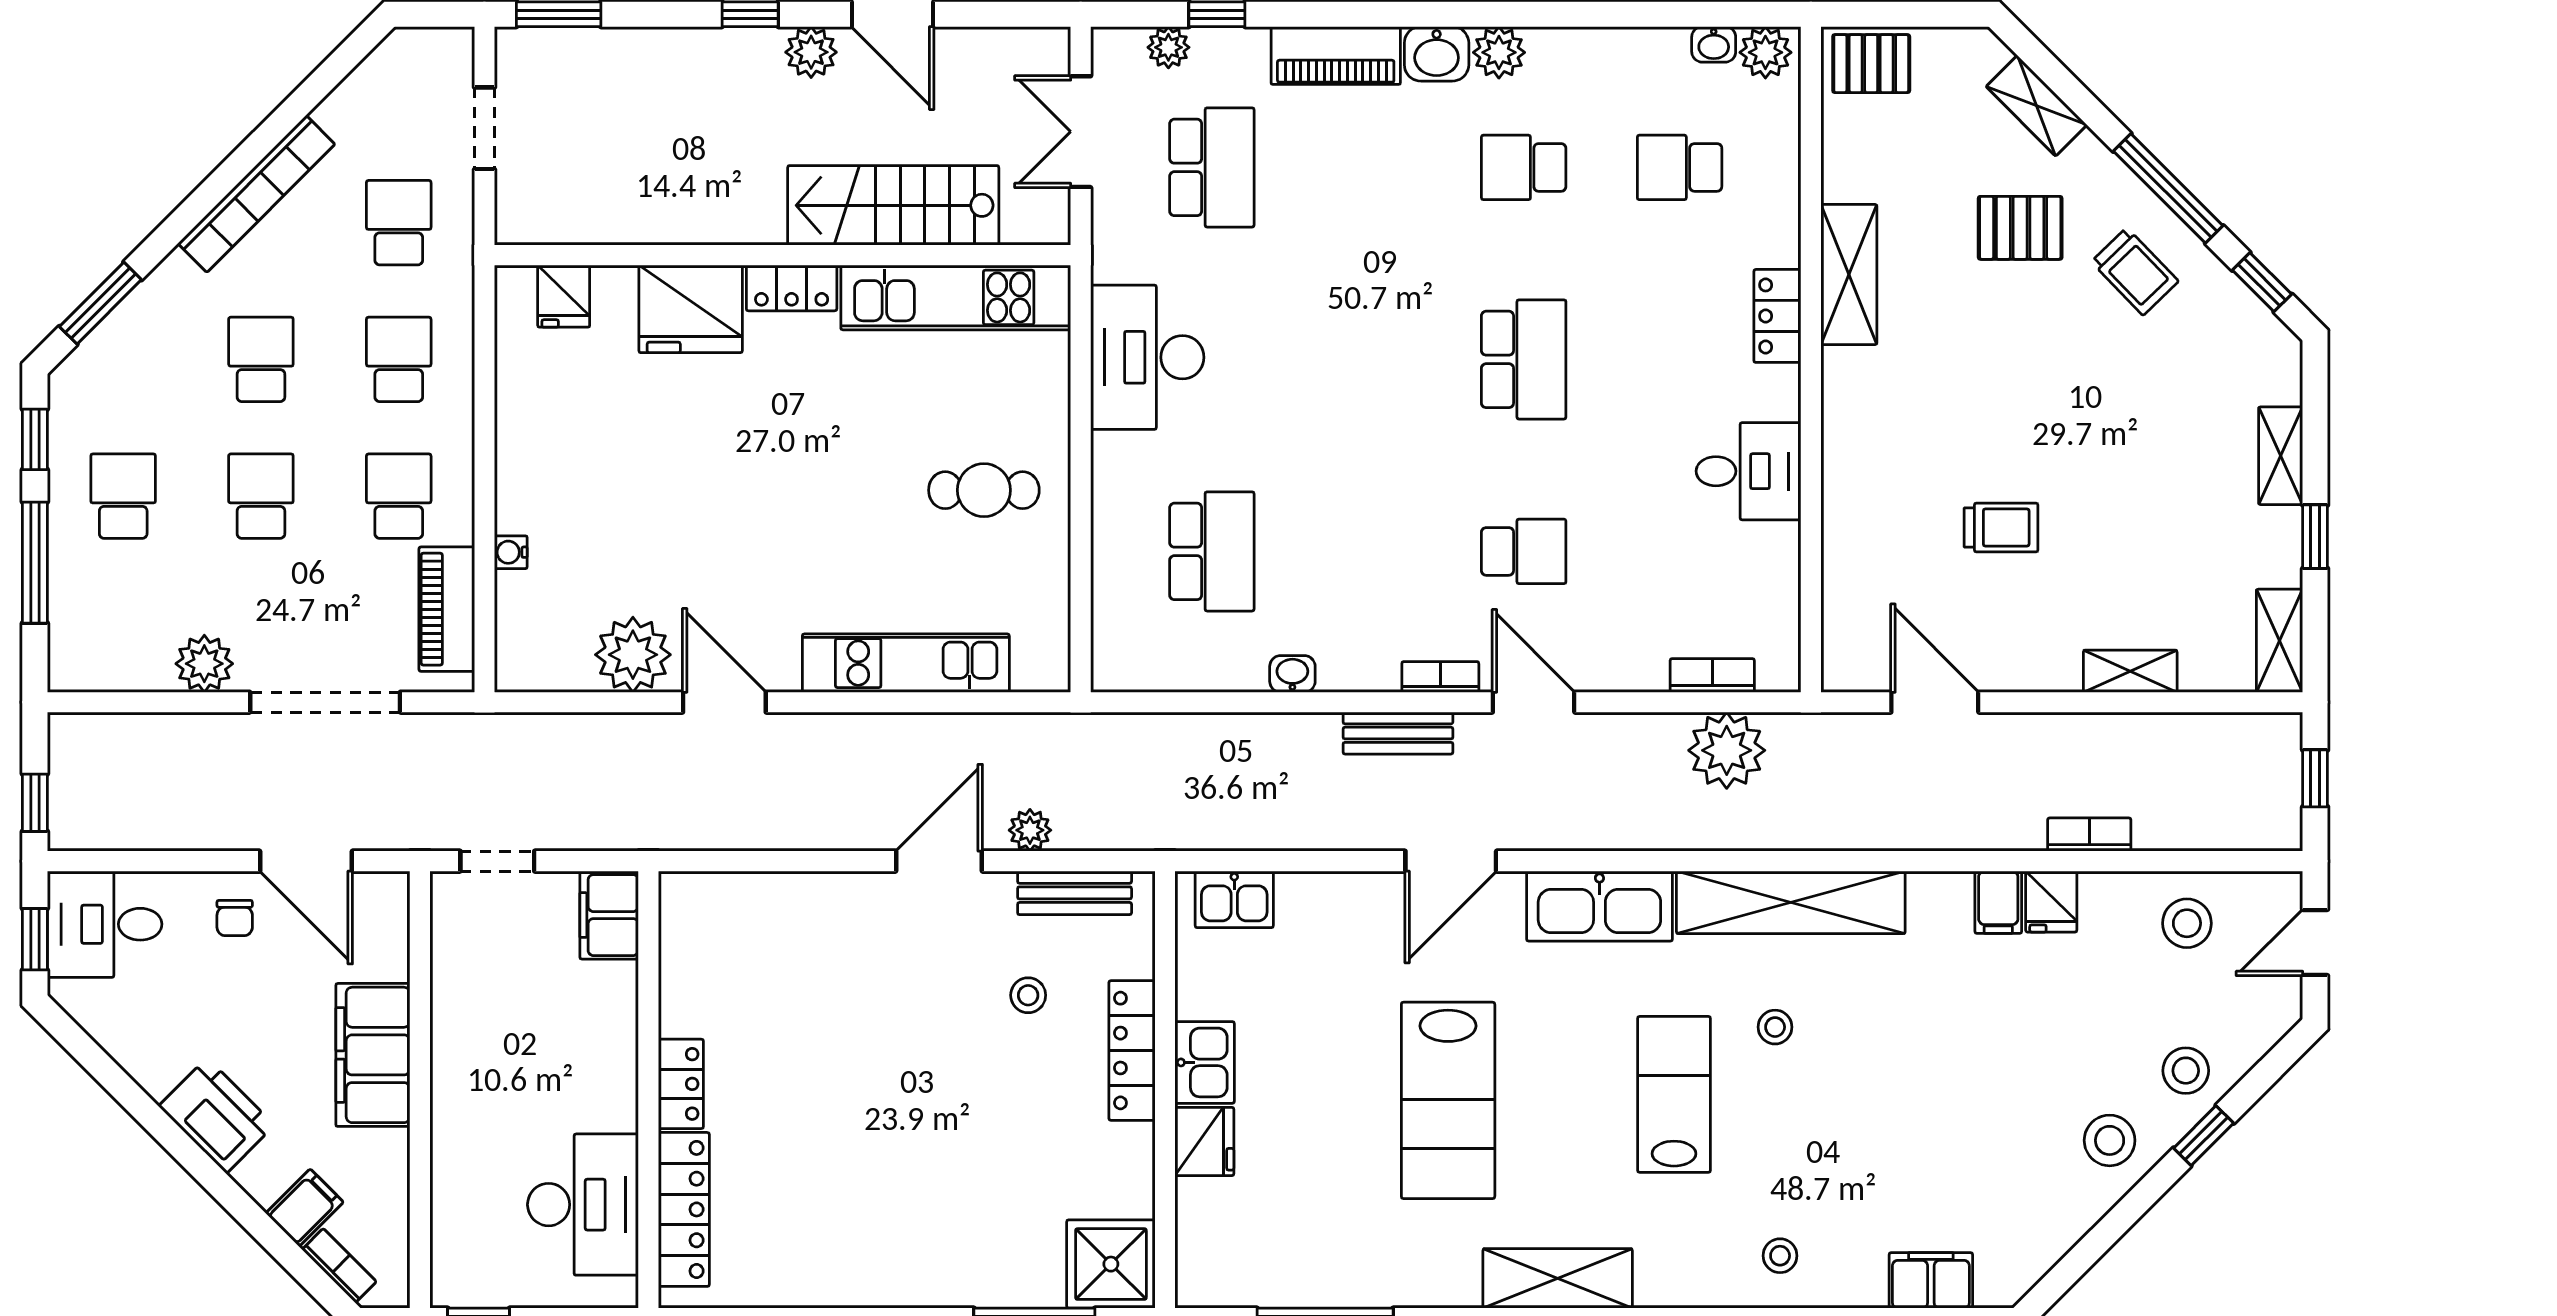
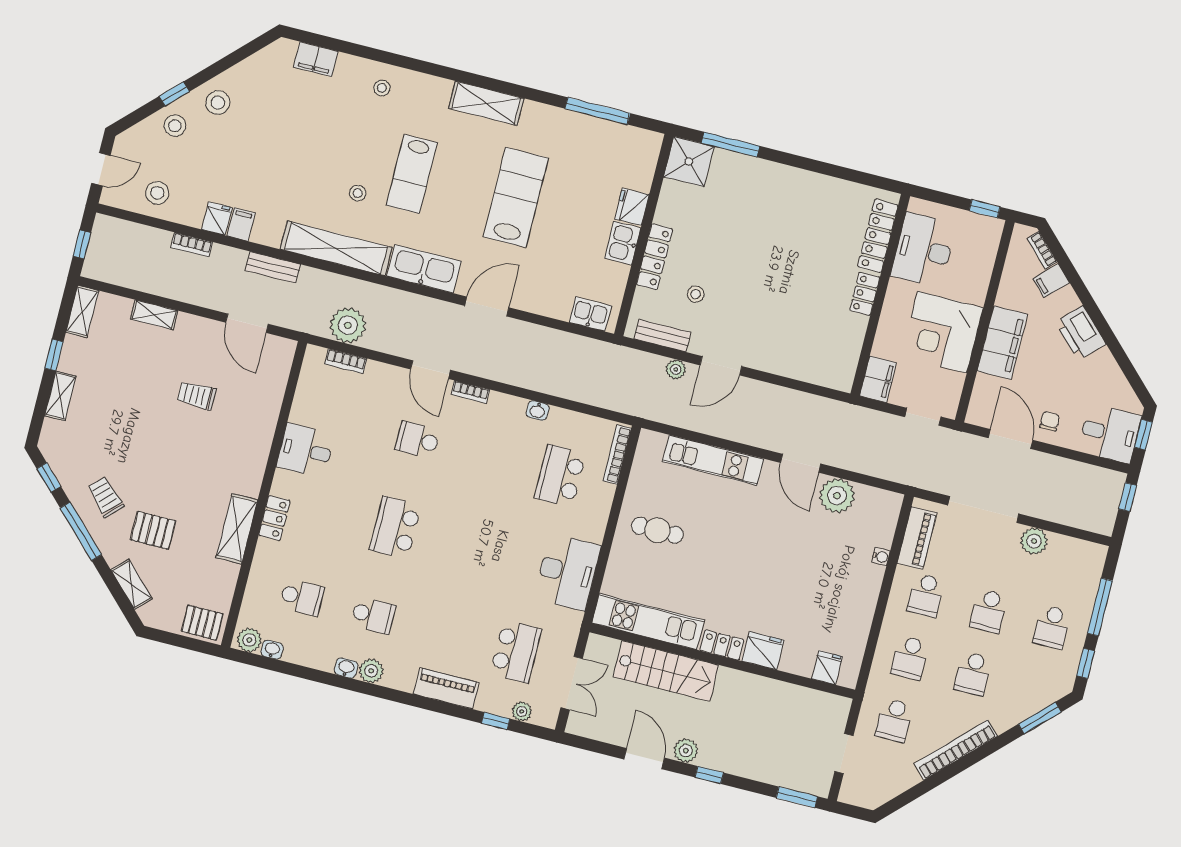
washbasin: (1437, 54) -> (346, 668), moved, width x0.72, depth x0.69
school desk: (1212, 167) -> (516, 651), turned 180
fridge: (691, 309) -> (763, 651), width x0.73, depth x0.75
bookcase: (1106, 625) -> (617, 455), added
bench: (1398, 733) -> (273, 267), moved
corner desk: (501, 1045) -> (942, 332), added

